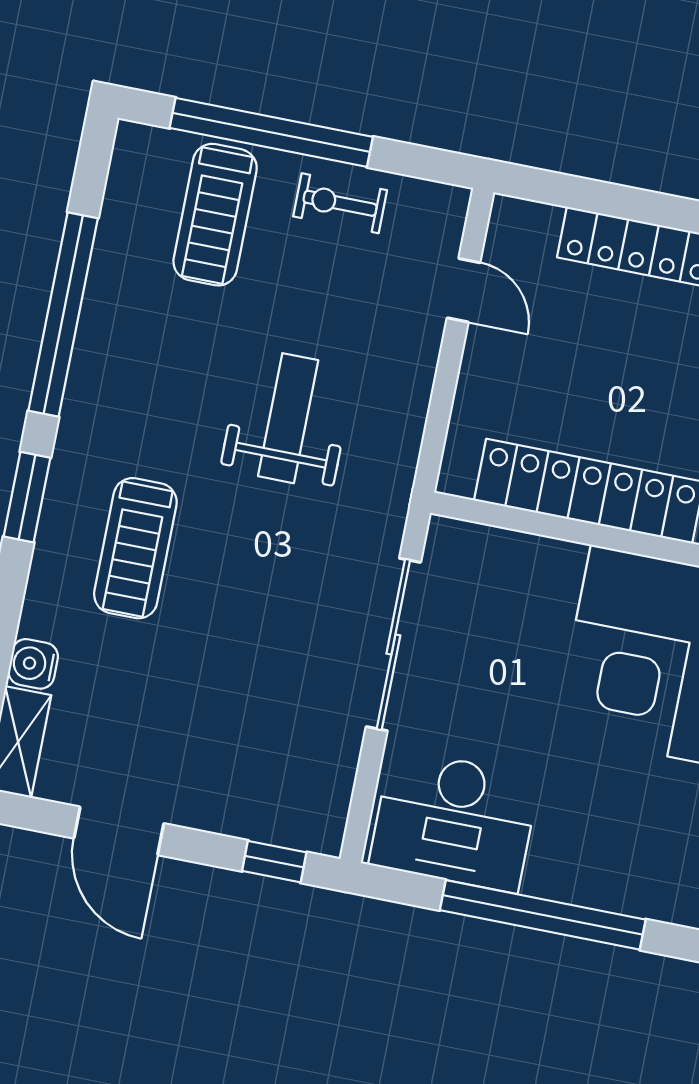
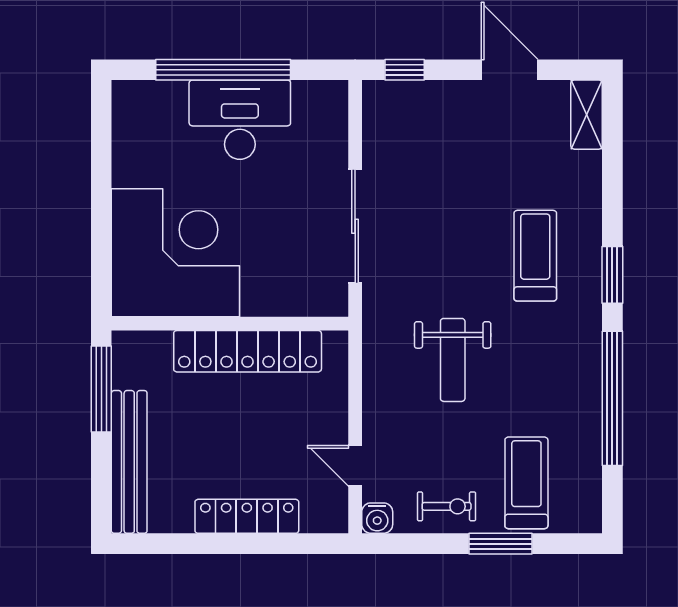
window: (271, 132) -> (500, 544), width x0.47
water cooler: (33, 664) -> (377, 518), moved, turned 90
desk: (454, 821) -> (240, 120), moved

